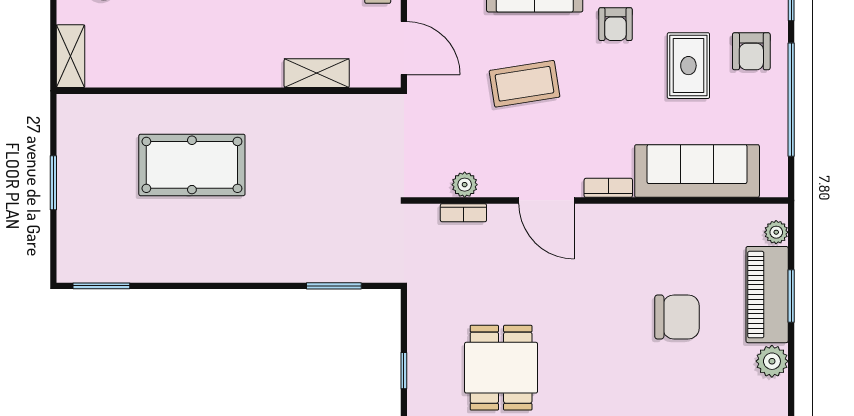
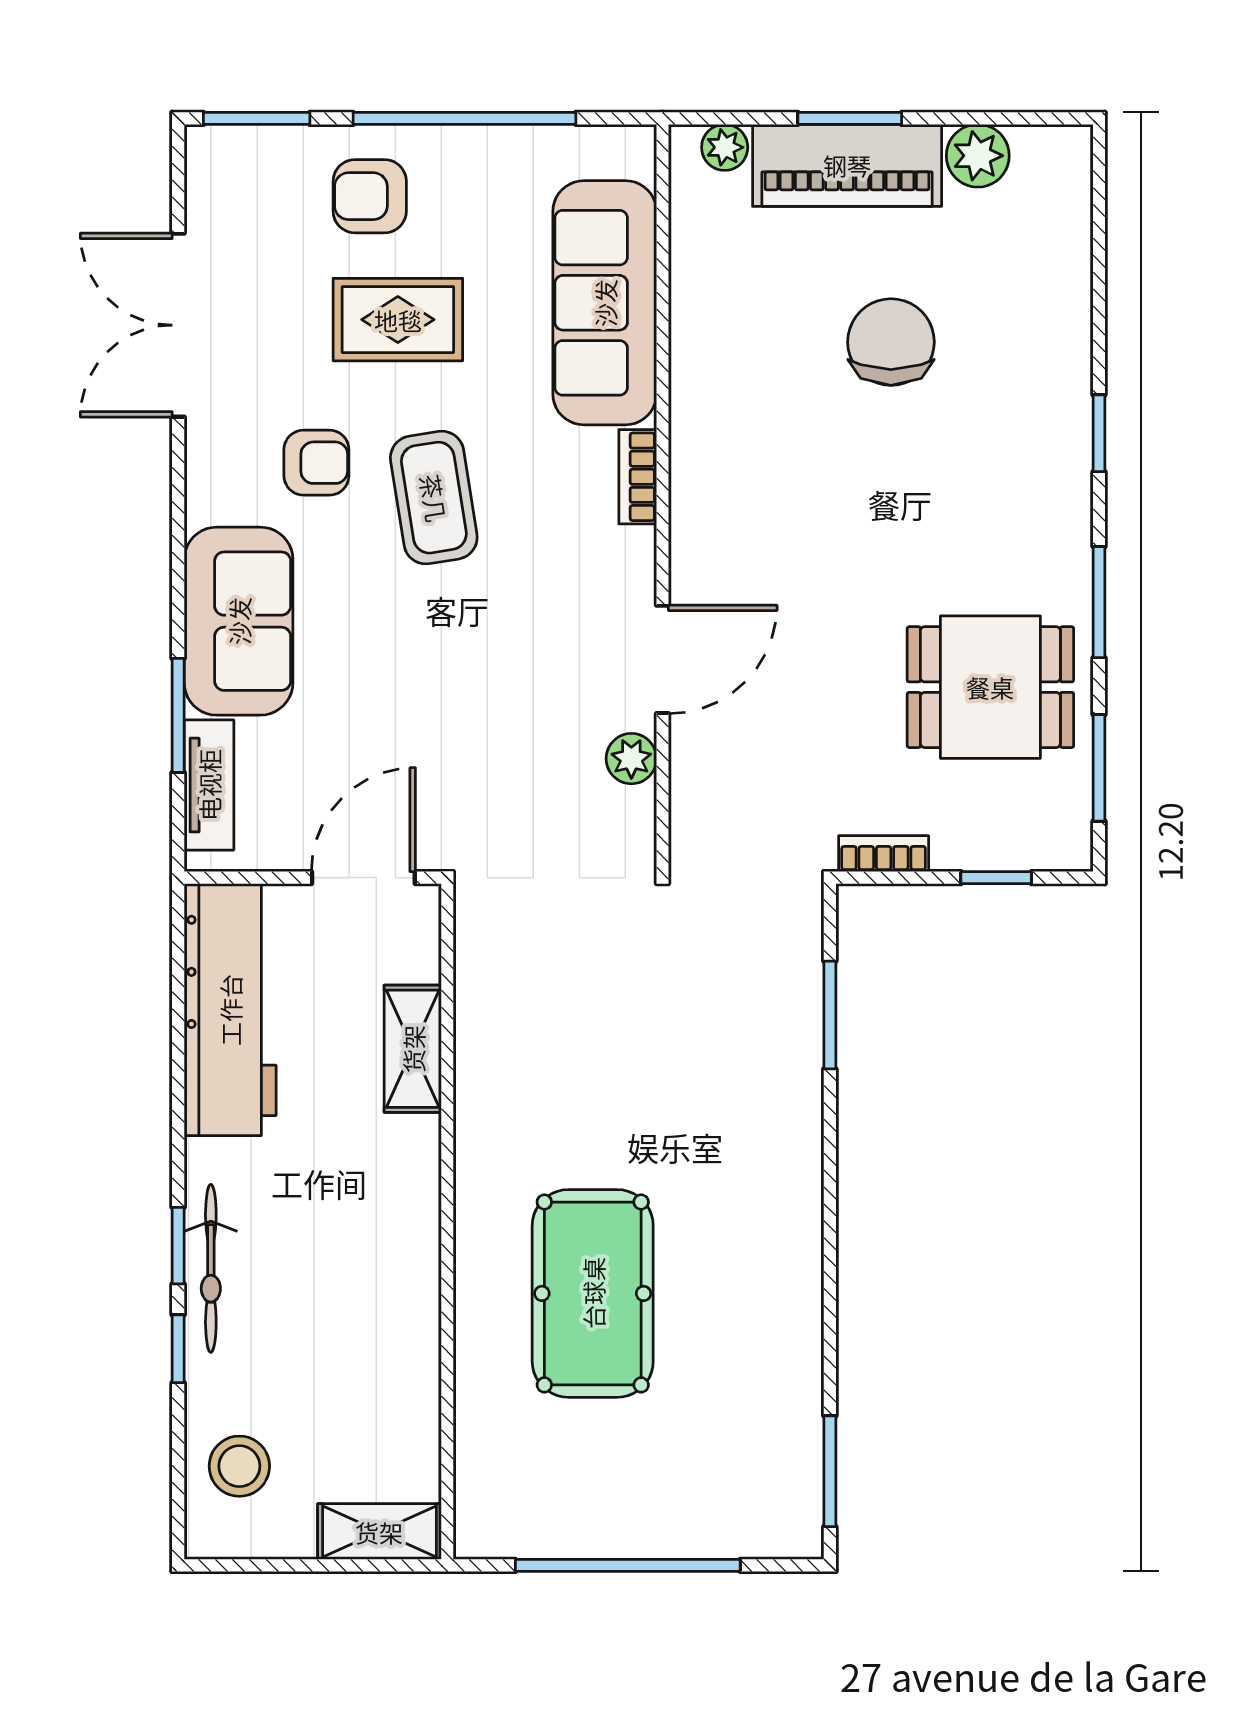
armchair: (751, 51) -> (370, 196), turned 180
coffee table: (525, 84) -> (434, 498), moved
window: (53, 183) -> (628, 1565), width x2.11
door: (546, 201) -> (663, 659), moved
bookcase: (463, 213) -> (884, 854), moved, turned -90

